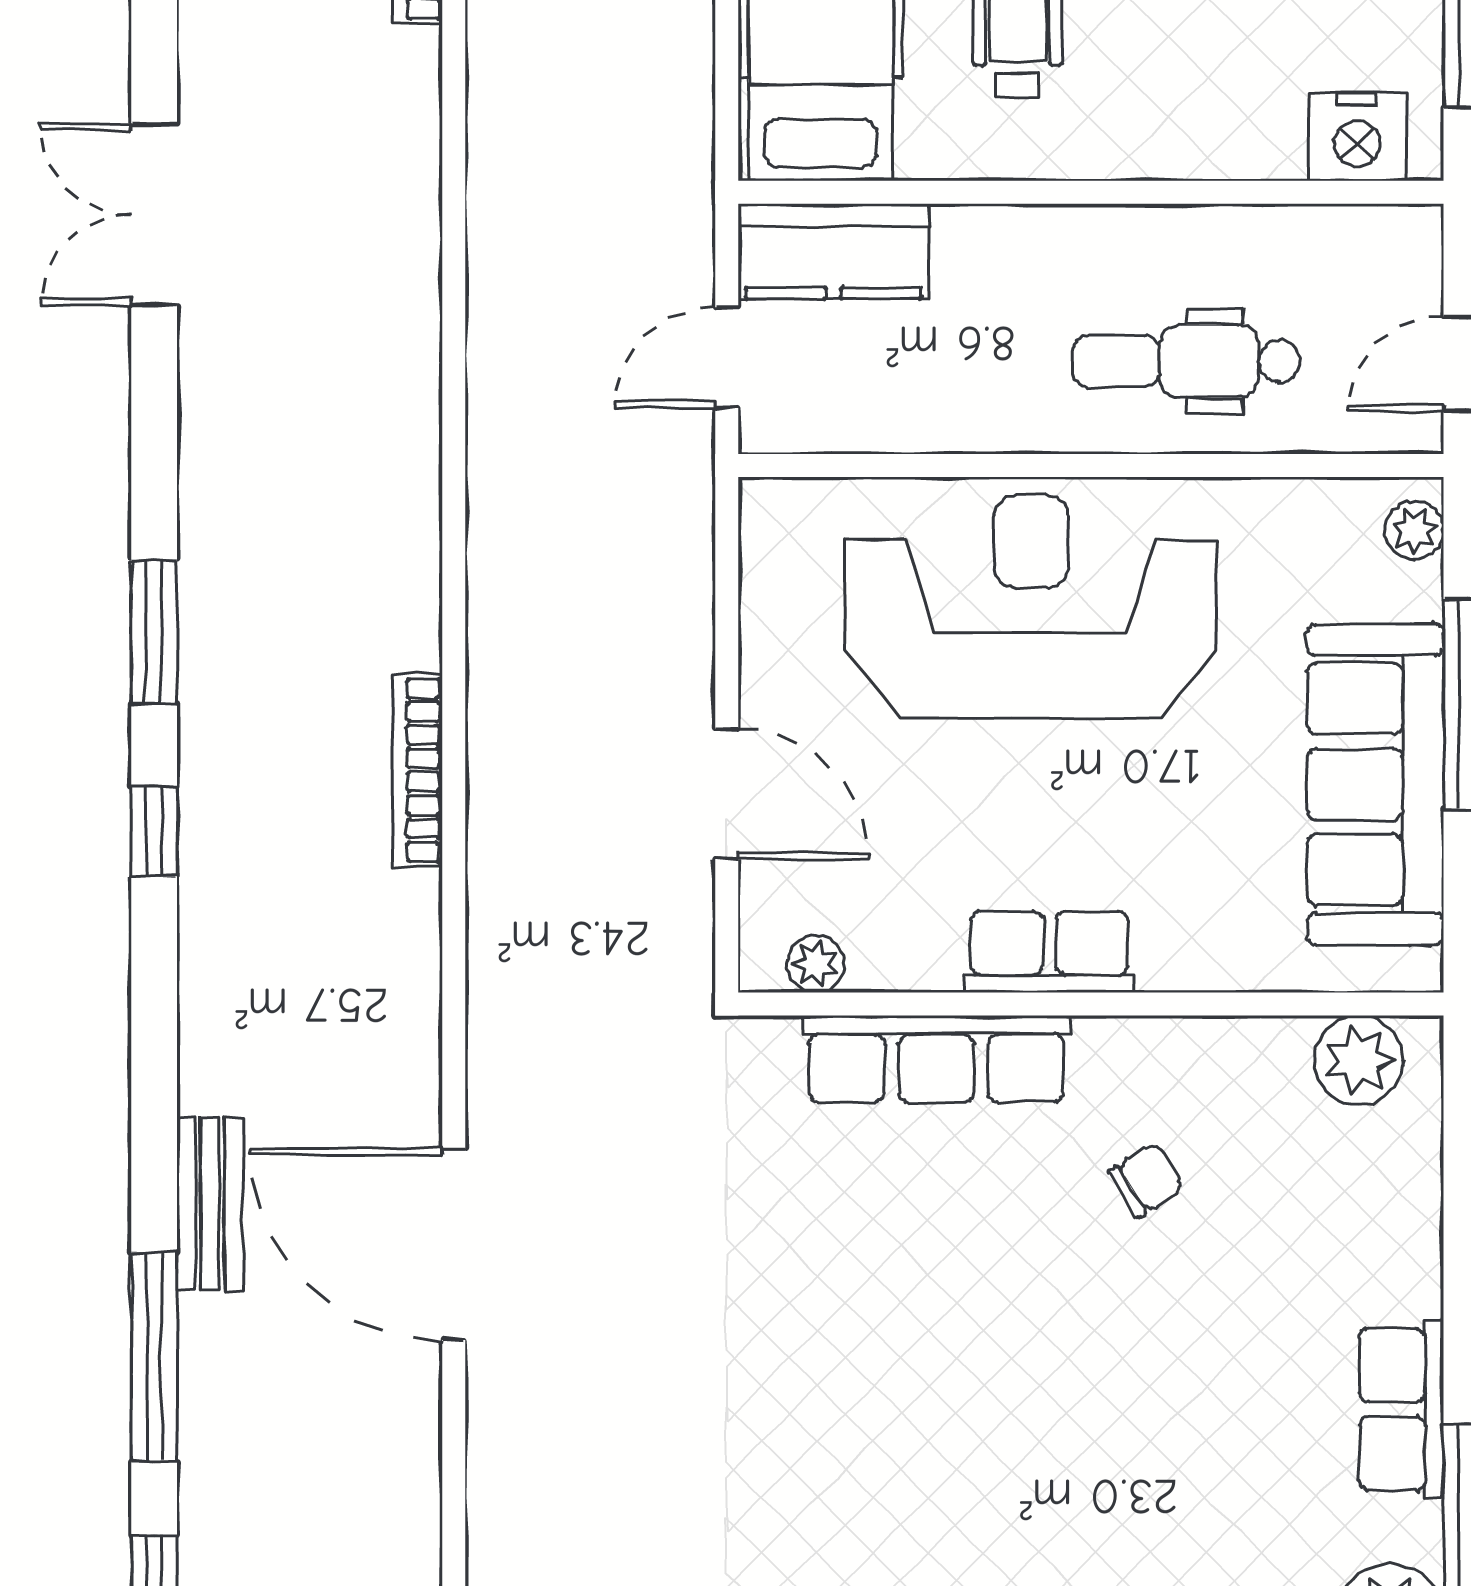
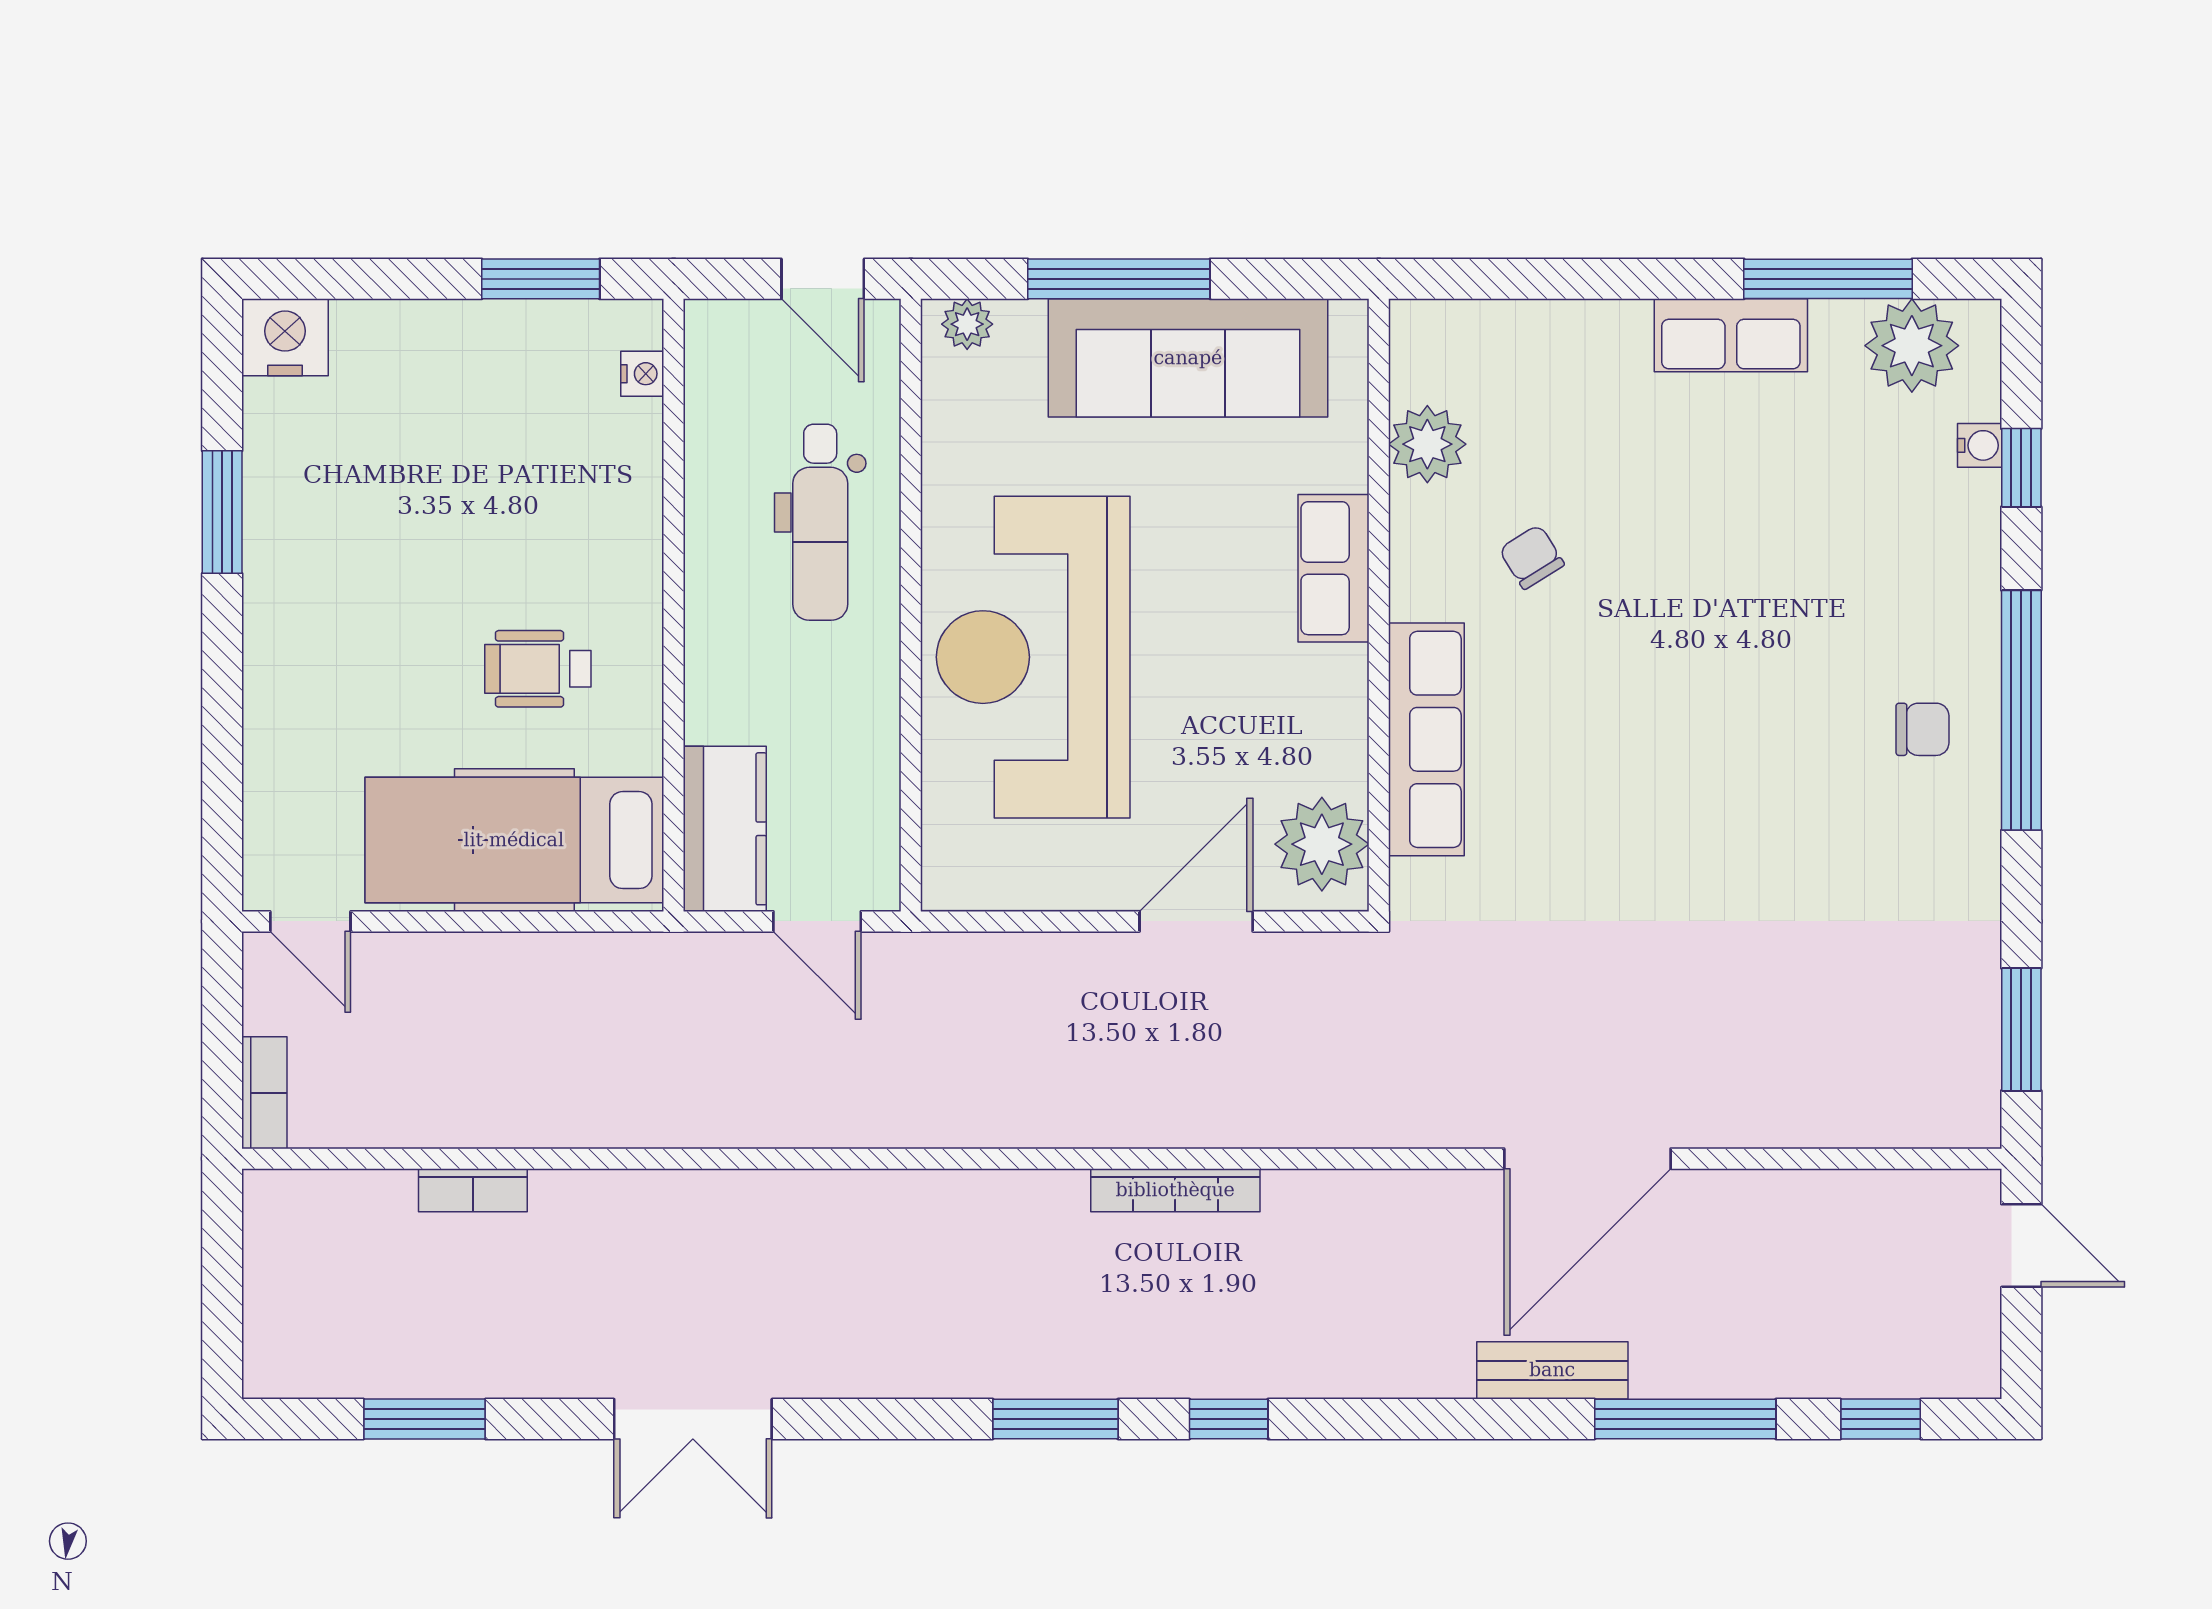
nightstand: (1357, 137) -> (642, 374), width x0.53, depth x0.56
row of seats: (1049, 952) -> (1334, 568), moved
plant: (816, 964) -> (1322, 844), width x1.87, depth x1.87
plant: (1359, 1060) -> (1427, 444), moved

